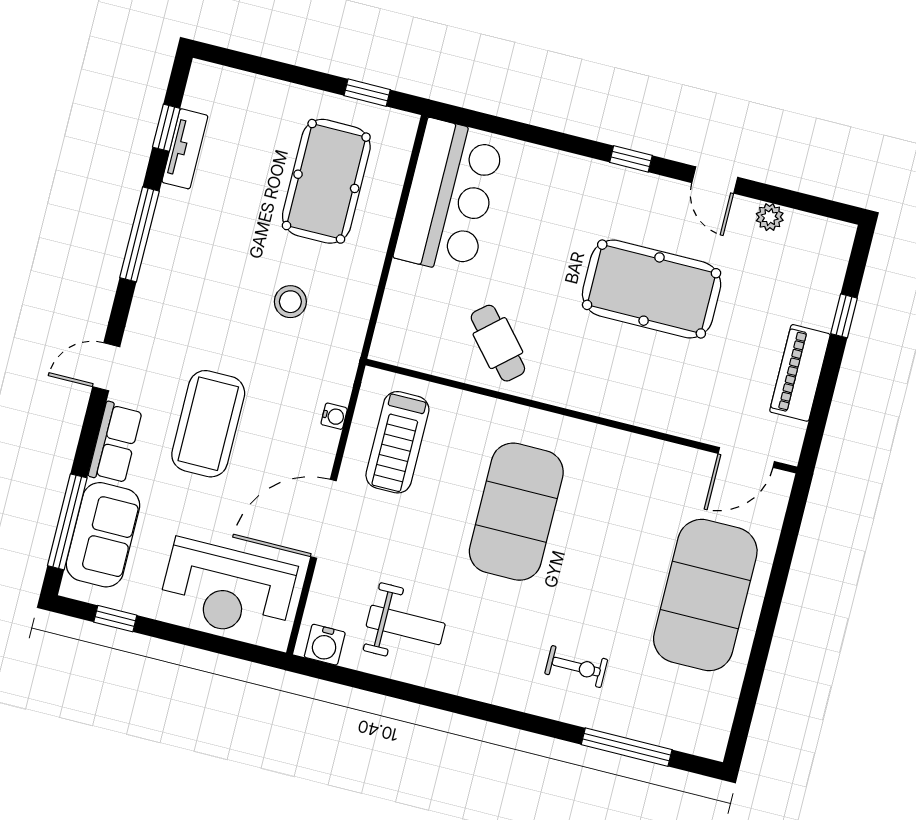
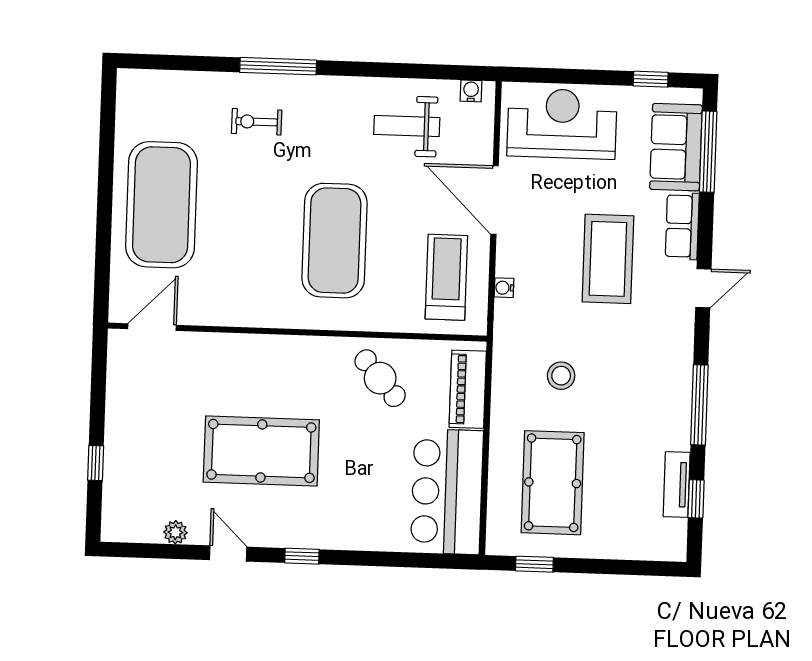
piano: (800, 373) -> (468, 389), moved, turned 180
door: (323, 519) -> (495, 200), swing flipped
water cooler: (325, 645) -> (471, 91), width x0.72, depth x0.72
window: (627, 747) -> (278, 66), moved

